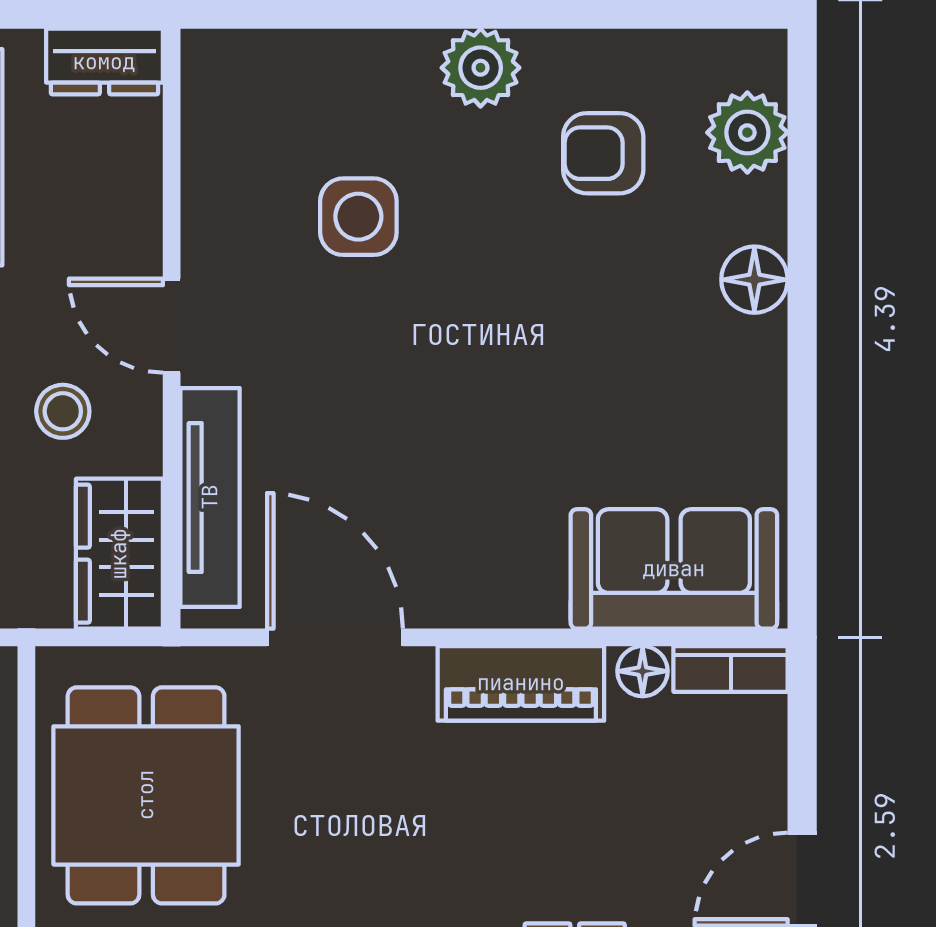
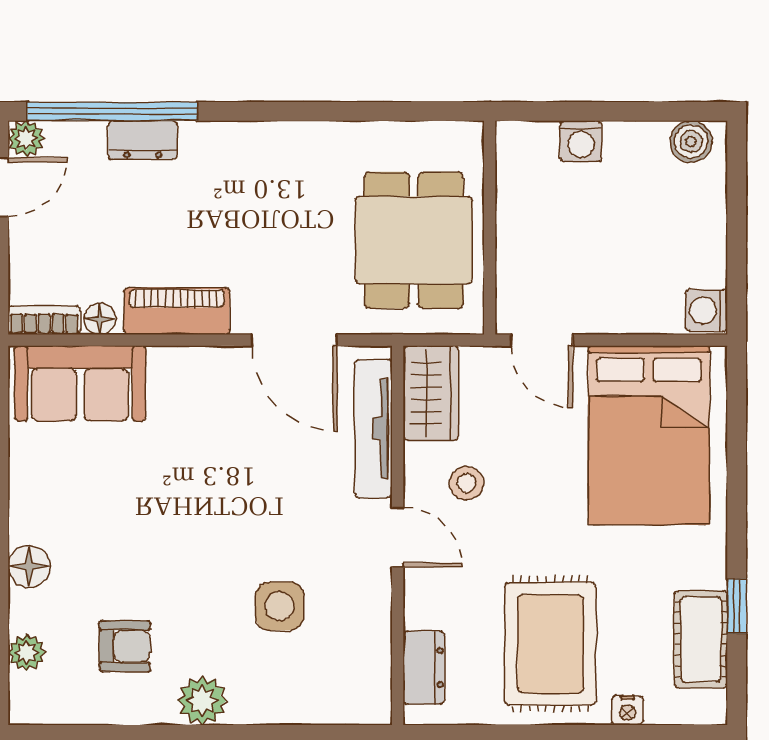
dresser: (104, 62) -> (424, 668), moved, turned 90
plant: (747, 133) -> (27, 652), width x0.73, depth x0.73

